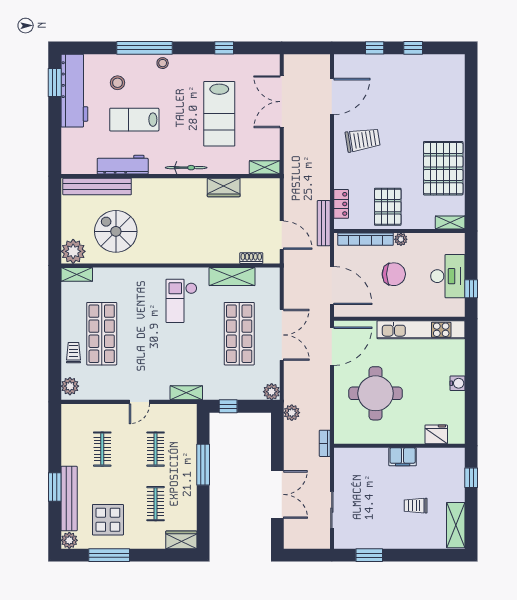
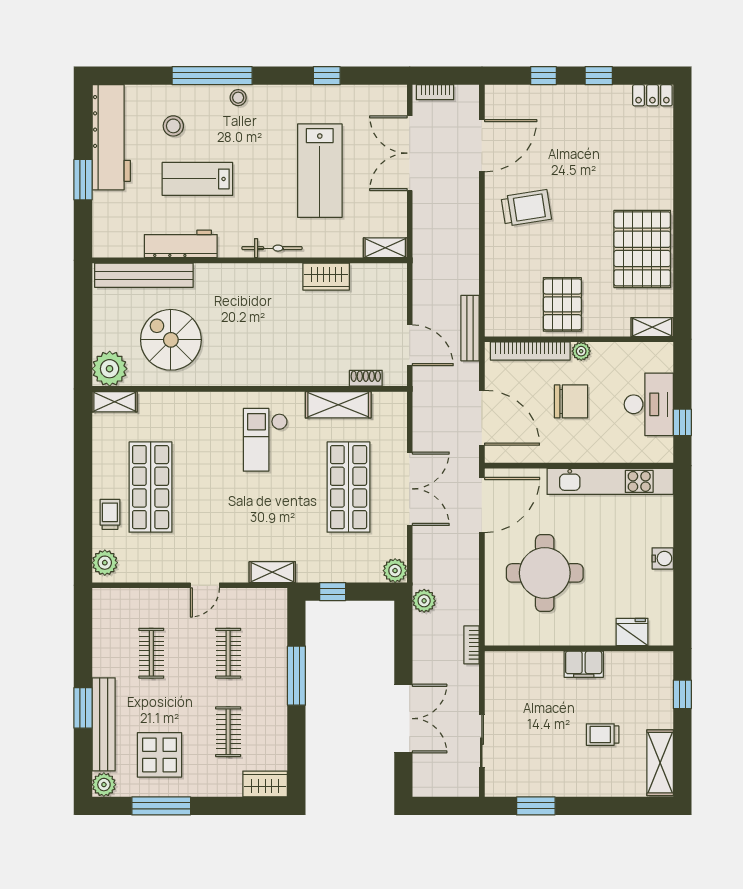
bookcase: (299, 59) -> (435, 92), added
window: (55, 83) -> (83, 180), moved
locker: (341, 204) -> (652, 95), moved, turned 90

